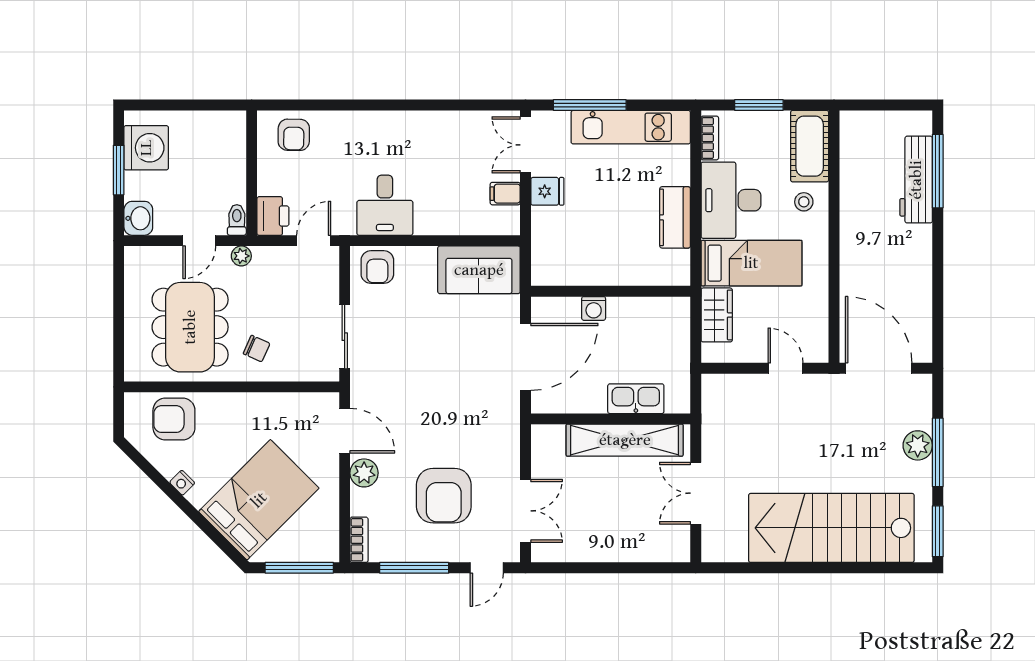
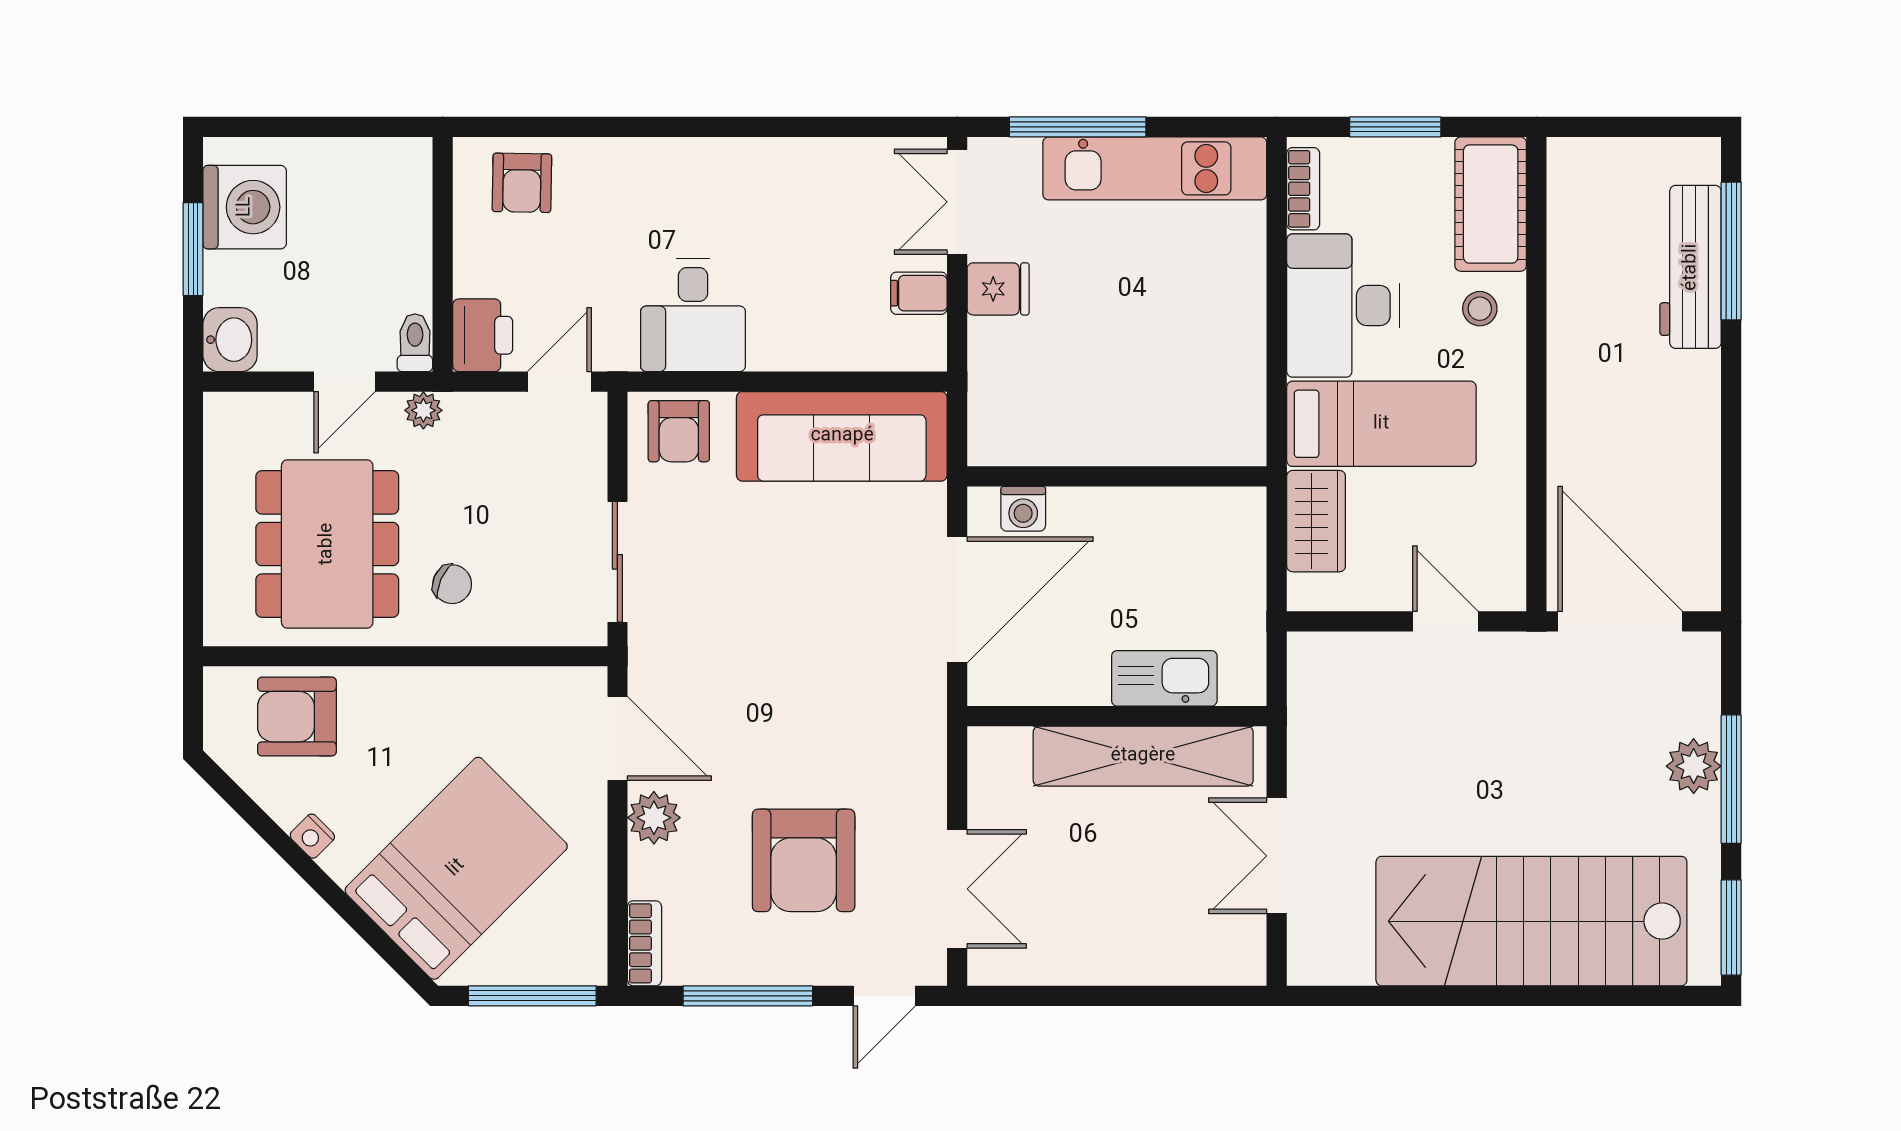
kitchen counter: (675, 217) -> (1238, 338), removed
sofa: (479, 270) -> (842, 436), width x1.36
washing machine: (594, 308) -> (1023, 509), moved

